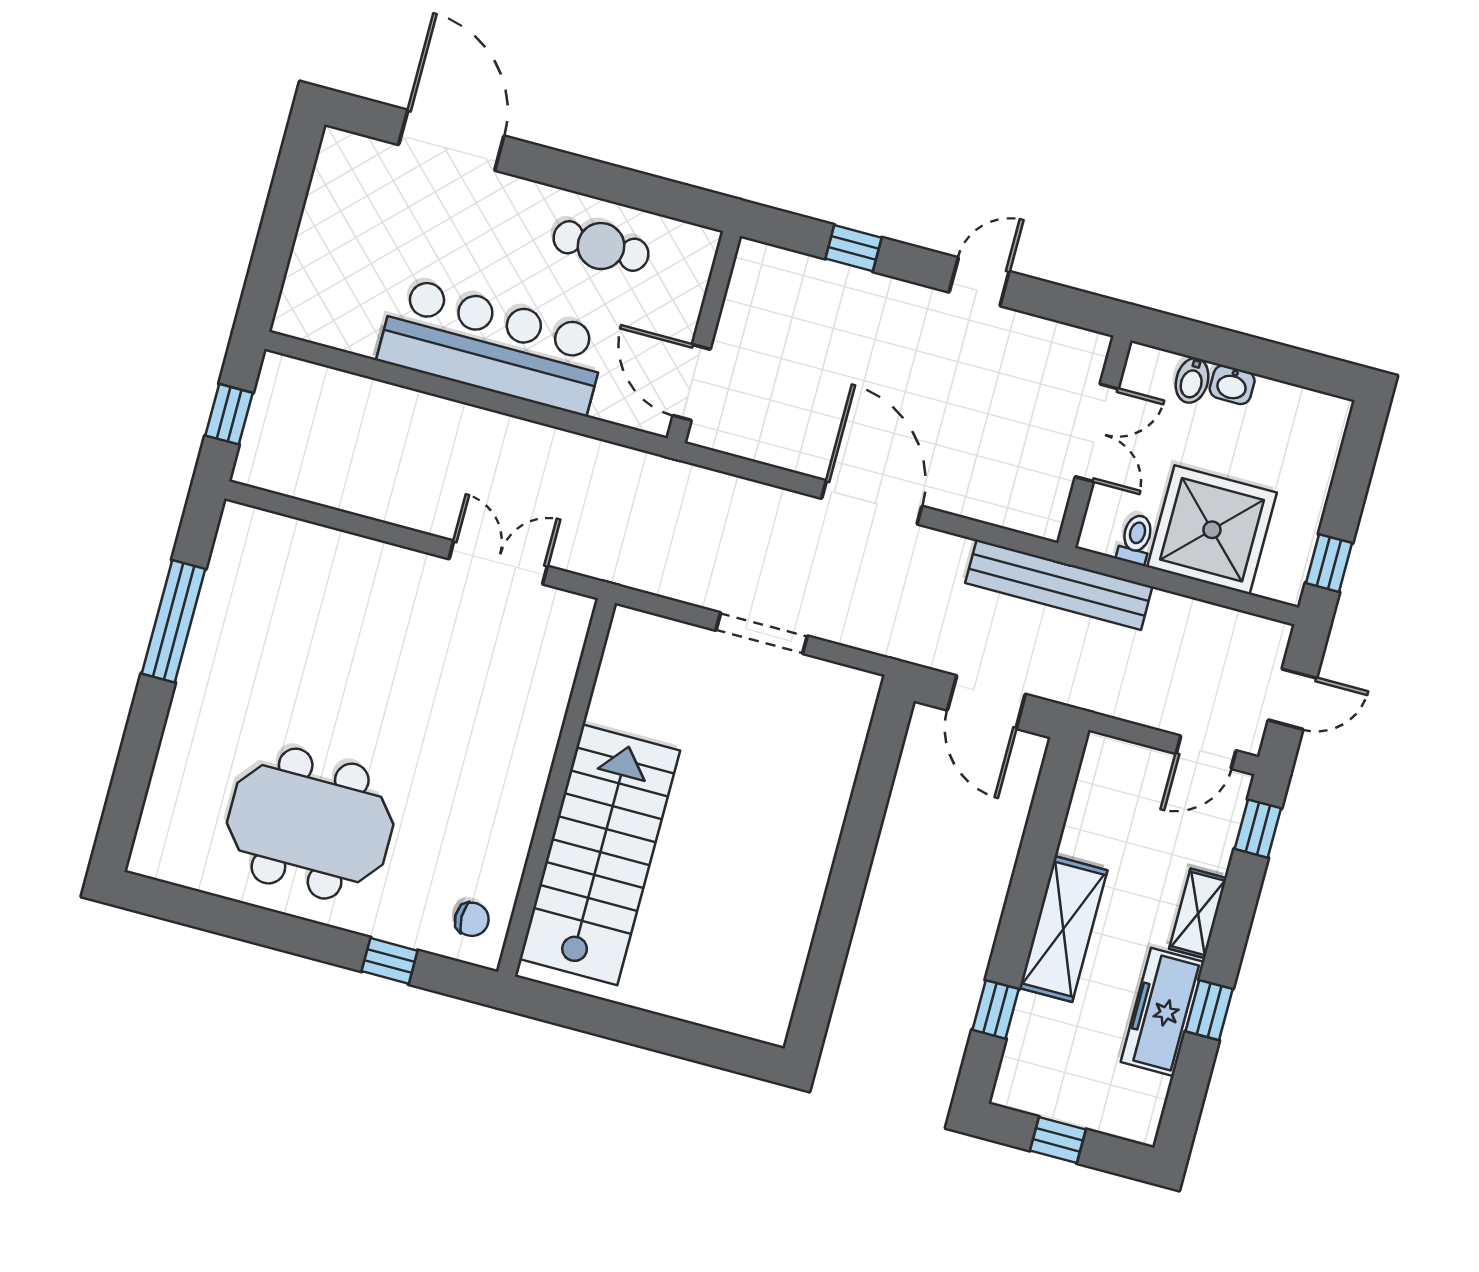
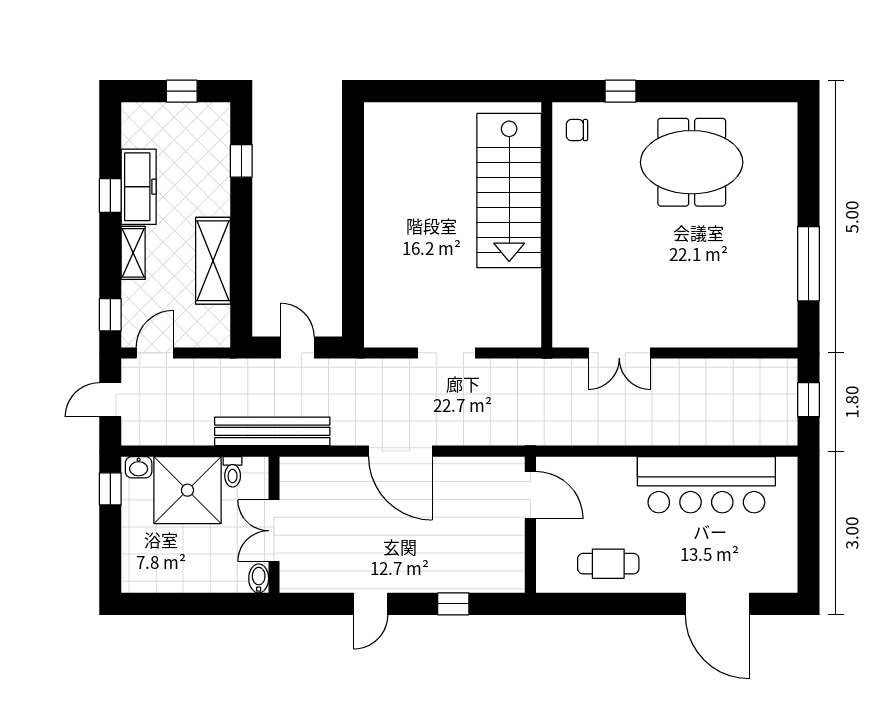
bar counter: (492, 346) -> (706, 485), moved
bidet: (1192, 380) -> (259, 578), moved
washbasin: (1232, 385) -> (139, 467), moved, turned 180
door: (986, 702) -> (297, 348), width x0.73
shelving: (1063, 929) -> (213, 261), moved

